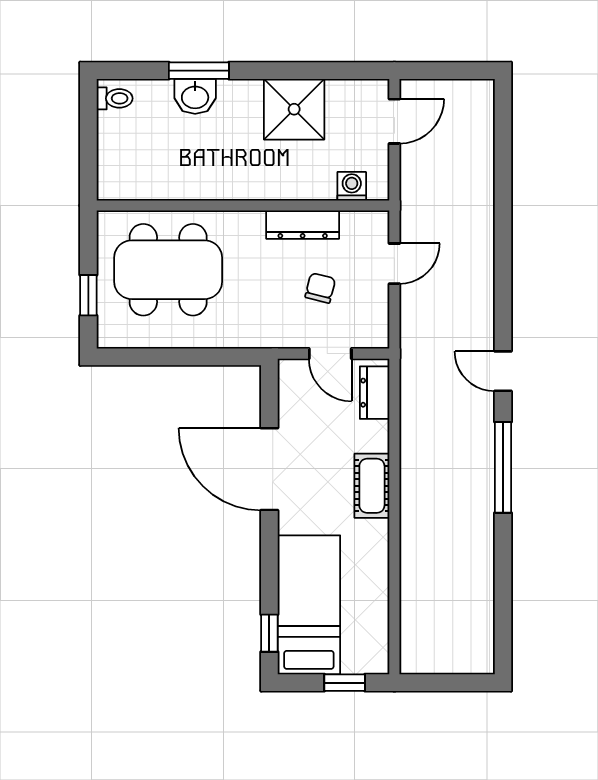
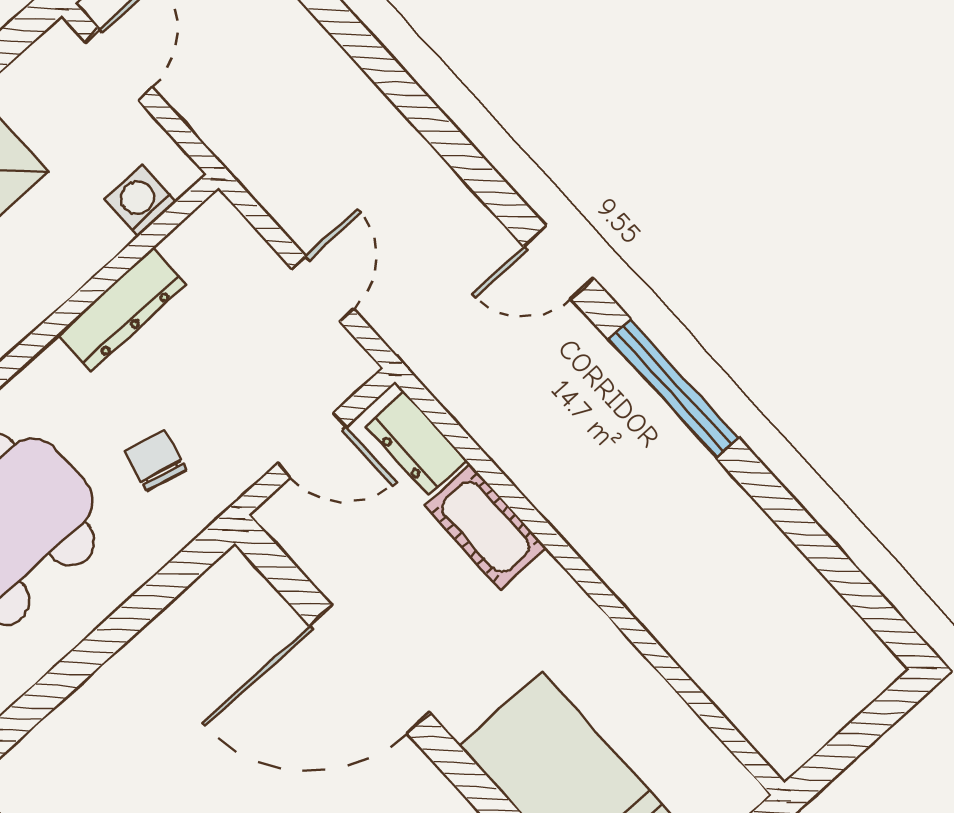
door: (394, 264) -> (323, 289), moved
chair: (320, 288) -> (156, 460), moved
cot: (372, 486) -> (486, 527), moved

